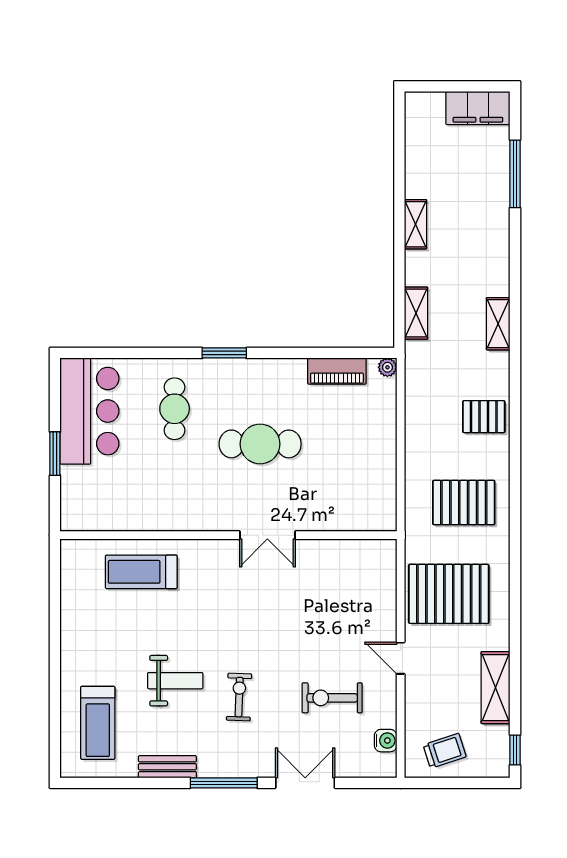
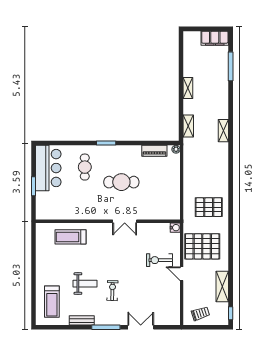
pallet: (484, 417) -> (217, 170), removed
exercise bike: (332, 698) -> (159, 260), moved
water cooler: (386, 741) -> (175, 228), moved

